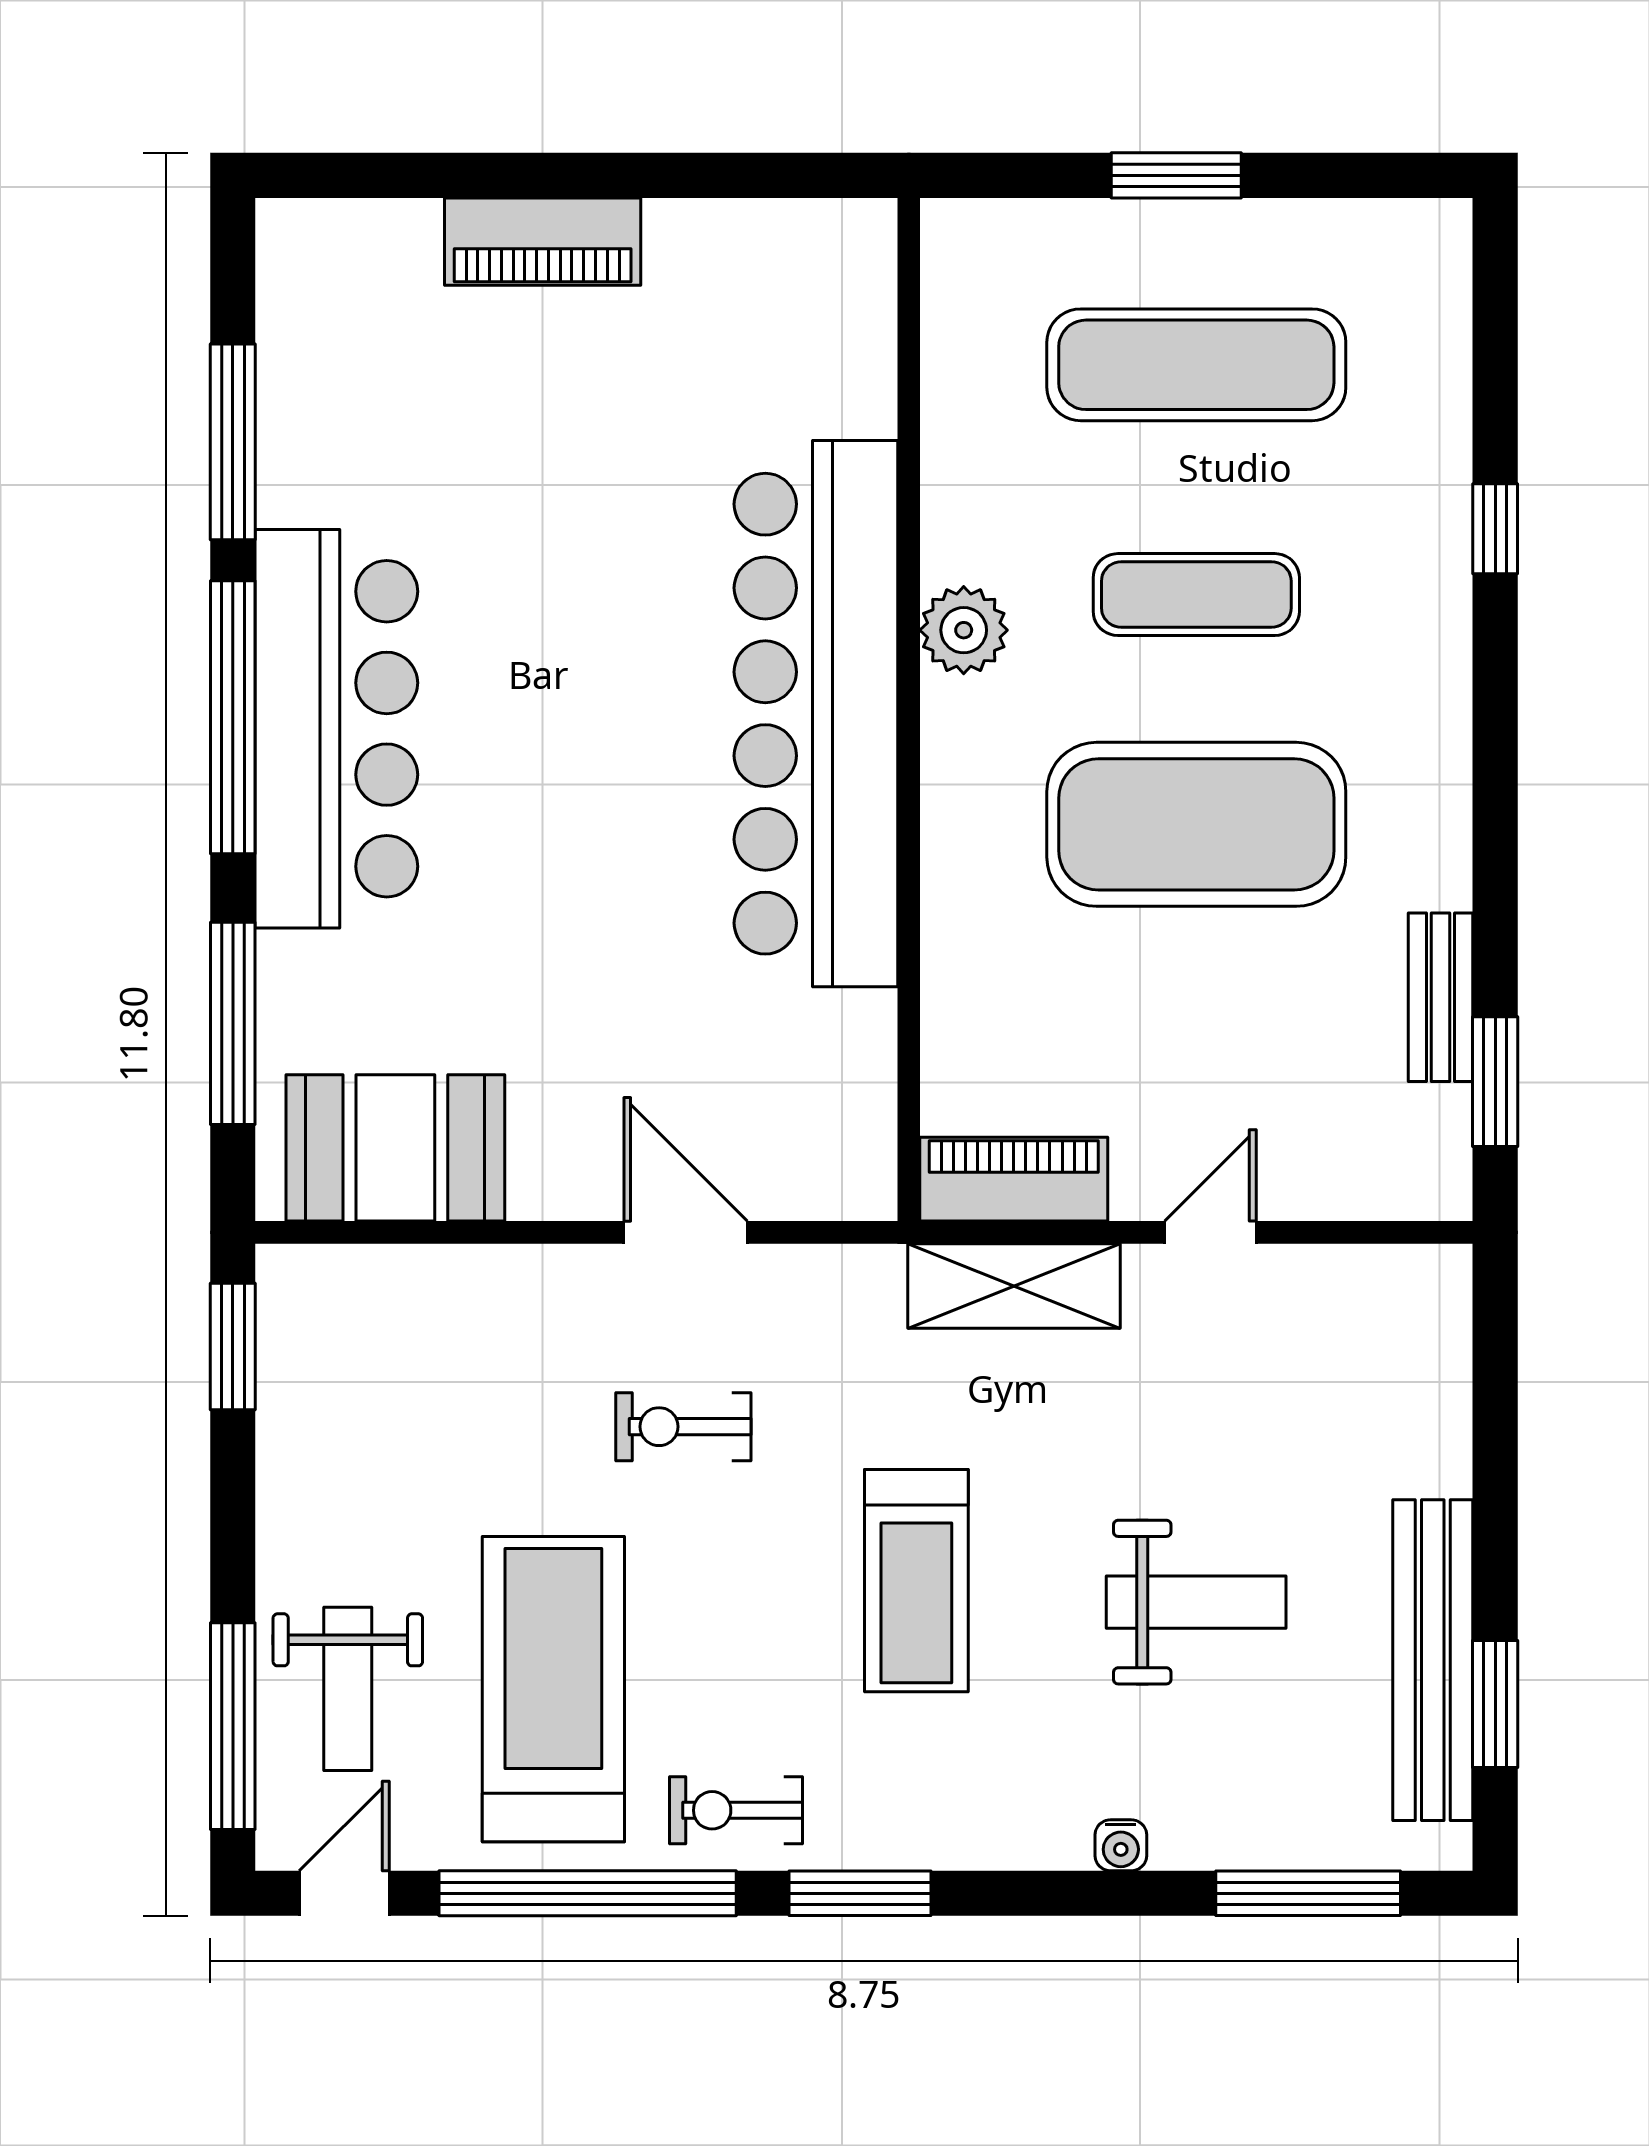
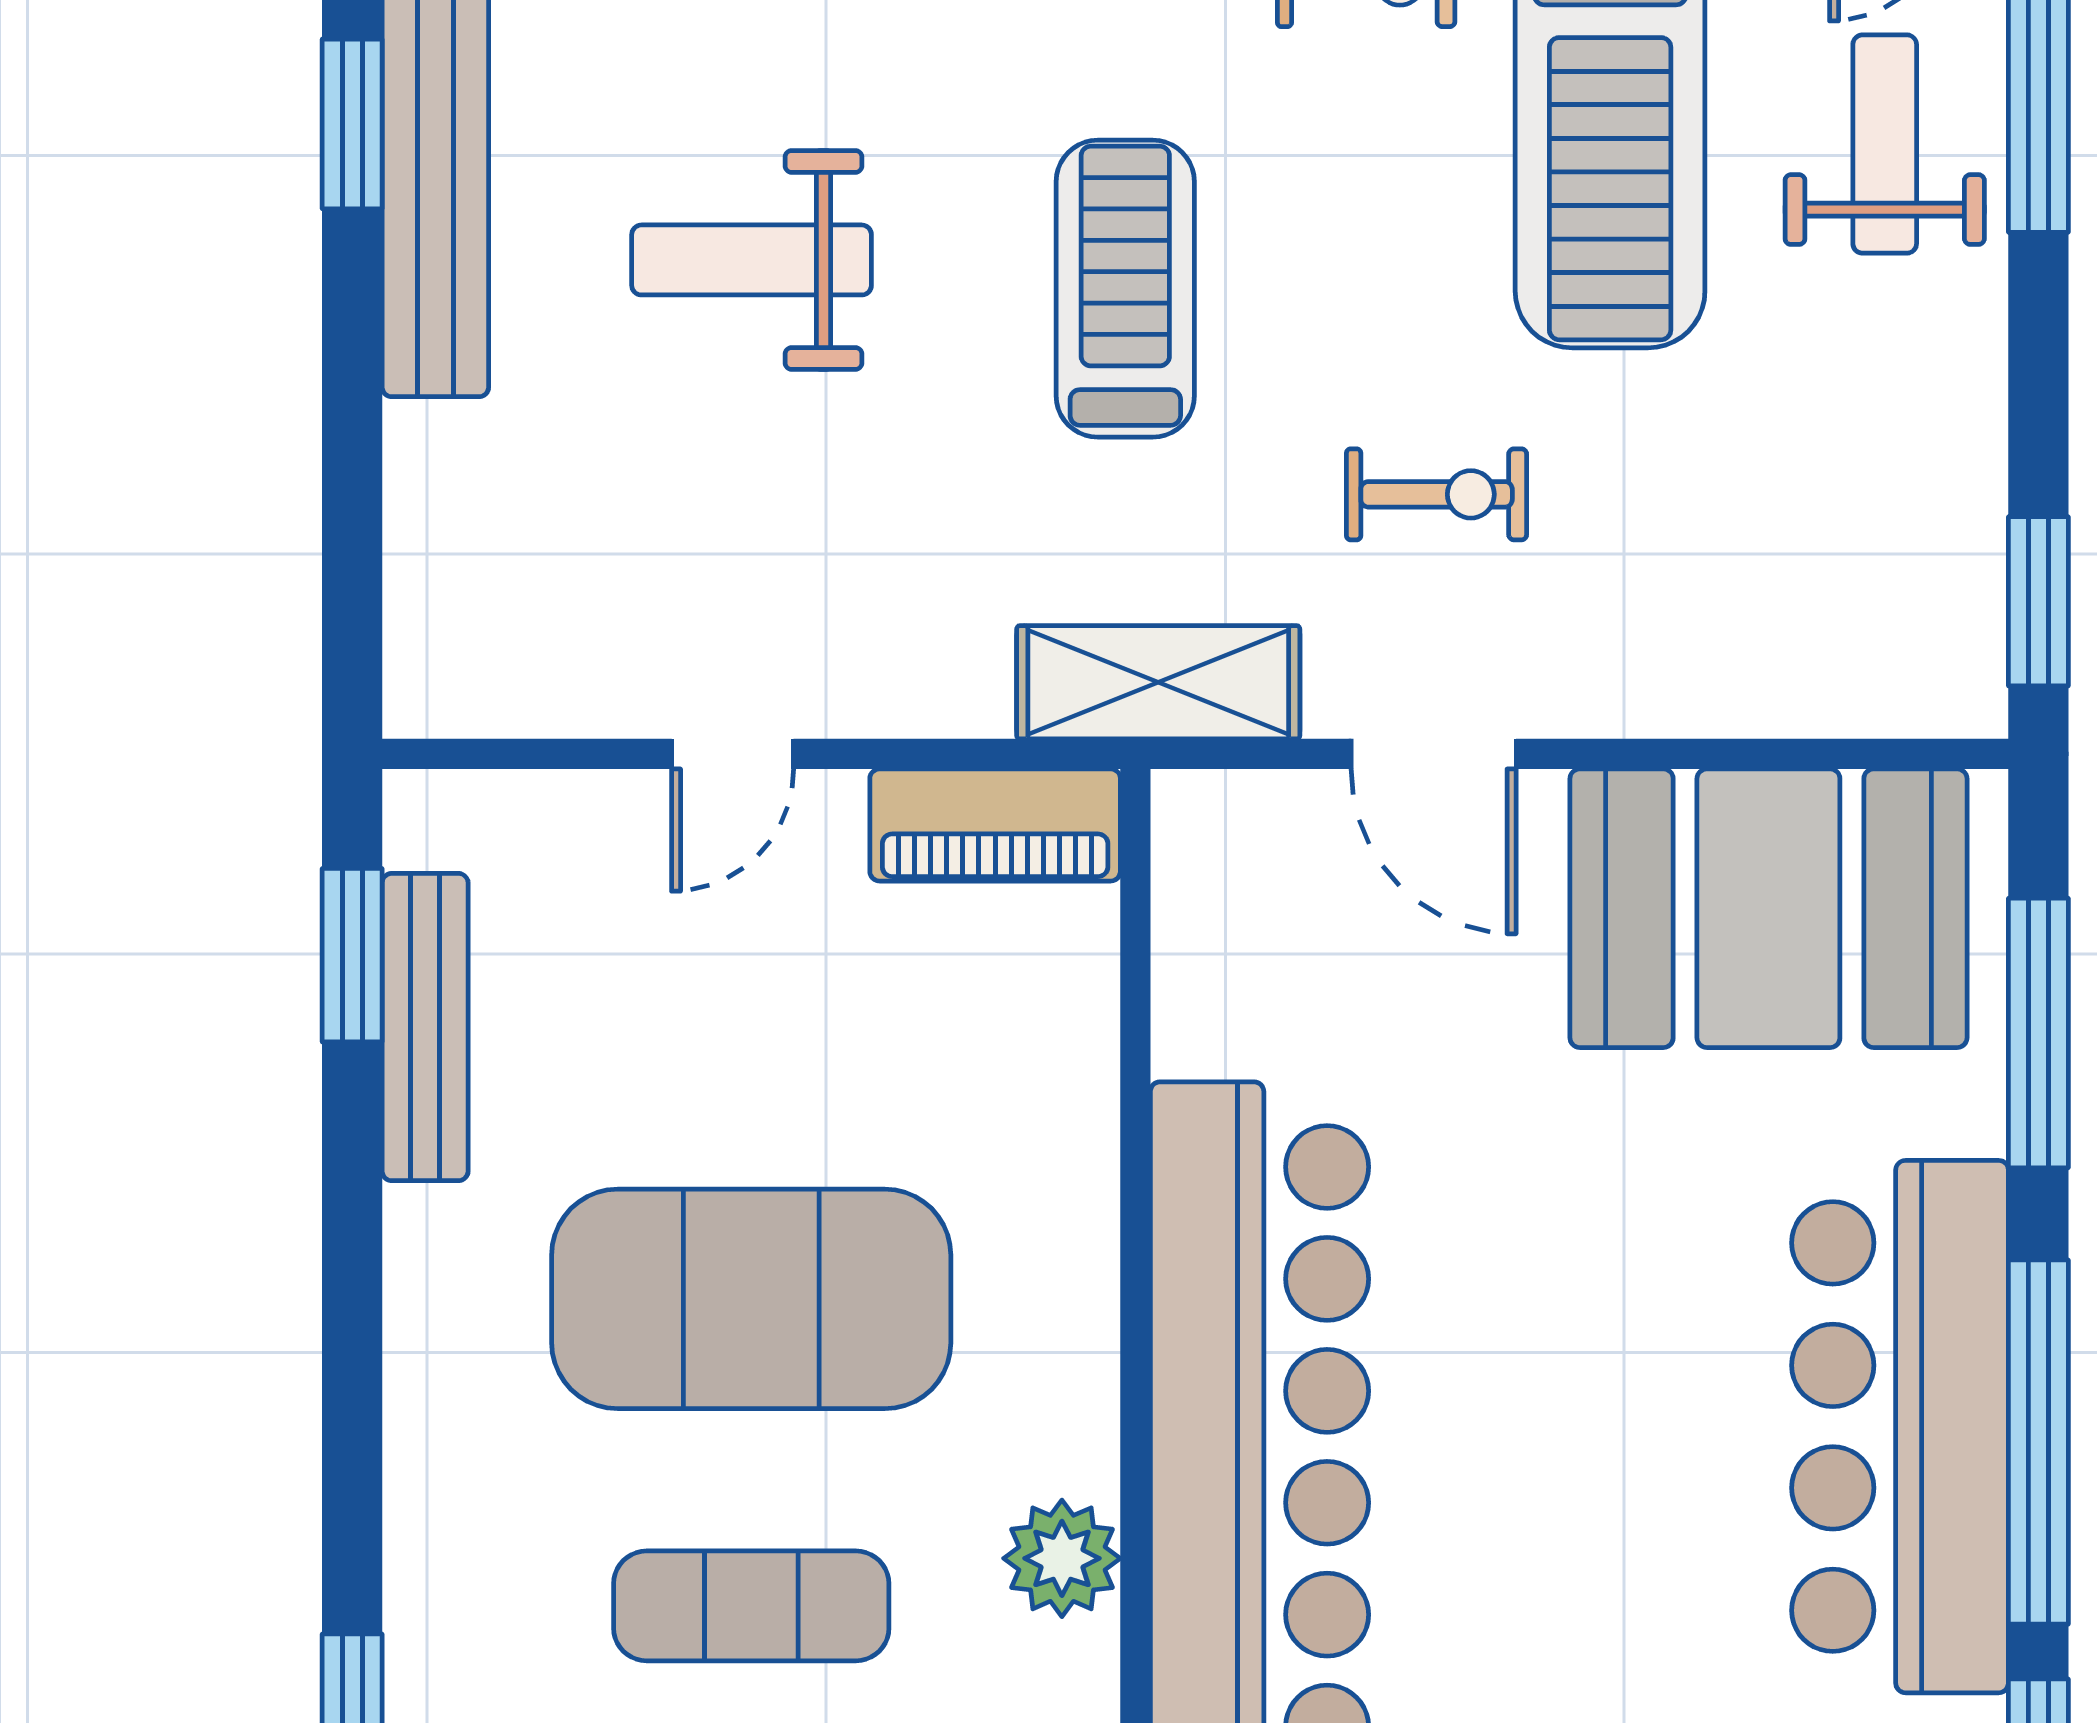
bench: (1440, 997) -> (425, 1027), width x1.36
booth: (395, 1148) -> (1768, 908), width x1.36, depth x1.42
shelving: (1014, 1286) -> (1158, 682), moved

